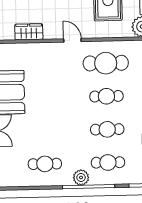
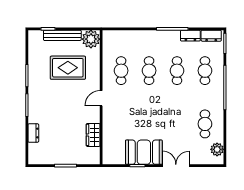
cafe table: (106, 63) -> (121, 71), width x0.73, depth x0.74
plant: (81, 177) -> (217, 149), moved

